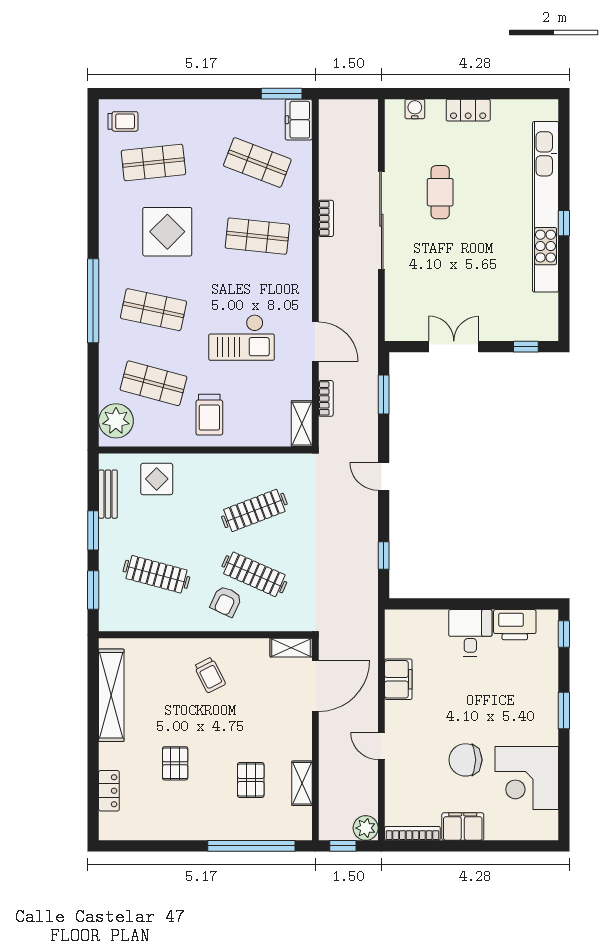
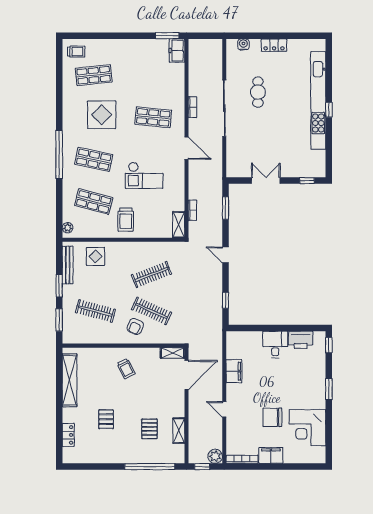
shop shelf: (257, 163) -> (153, 75), removed
door: (315, 342) -> (186, 148), moved
plant: (116, 421) -> (68, 228), width x0.53, depth x0.53
bench: (108, 494) -> (68, 265), width x1.36

